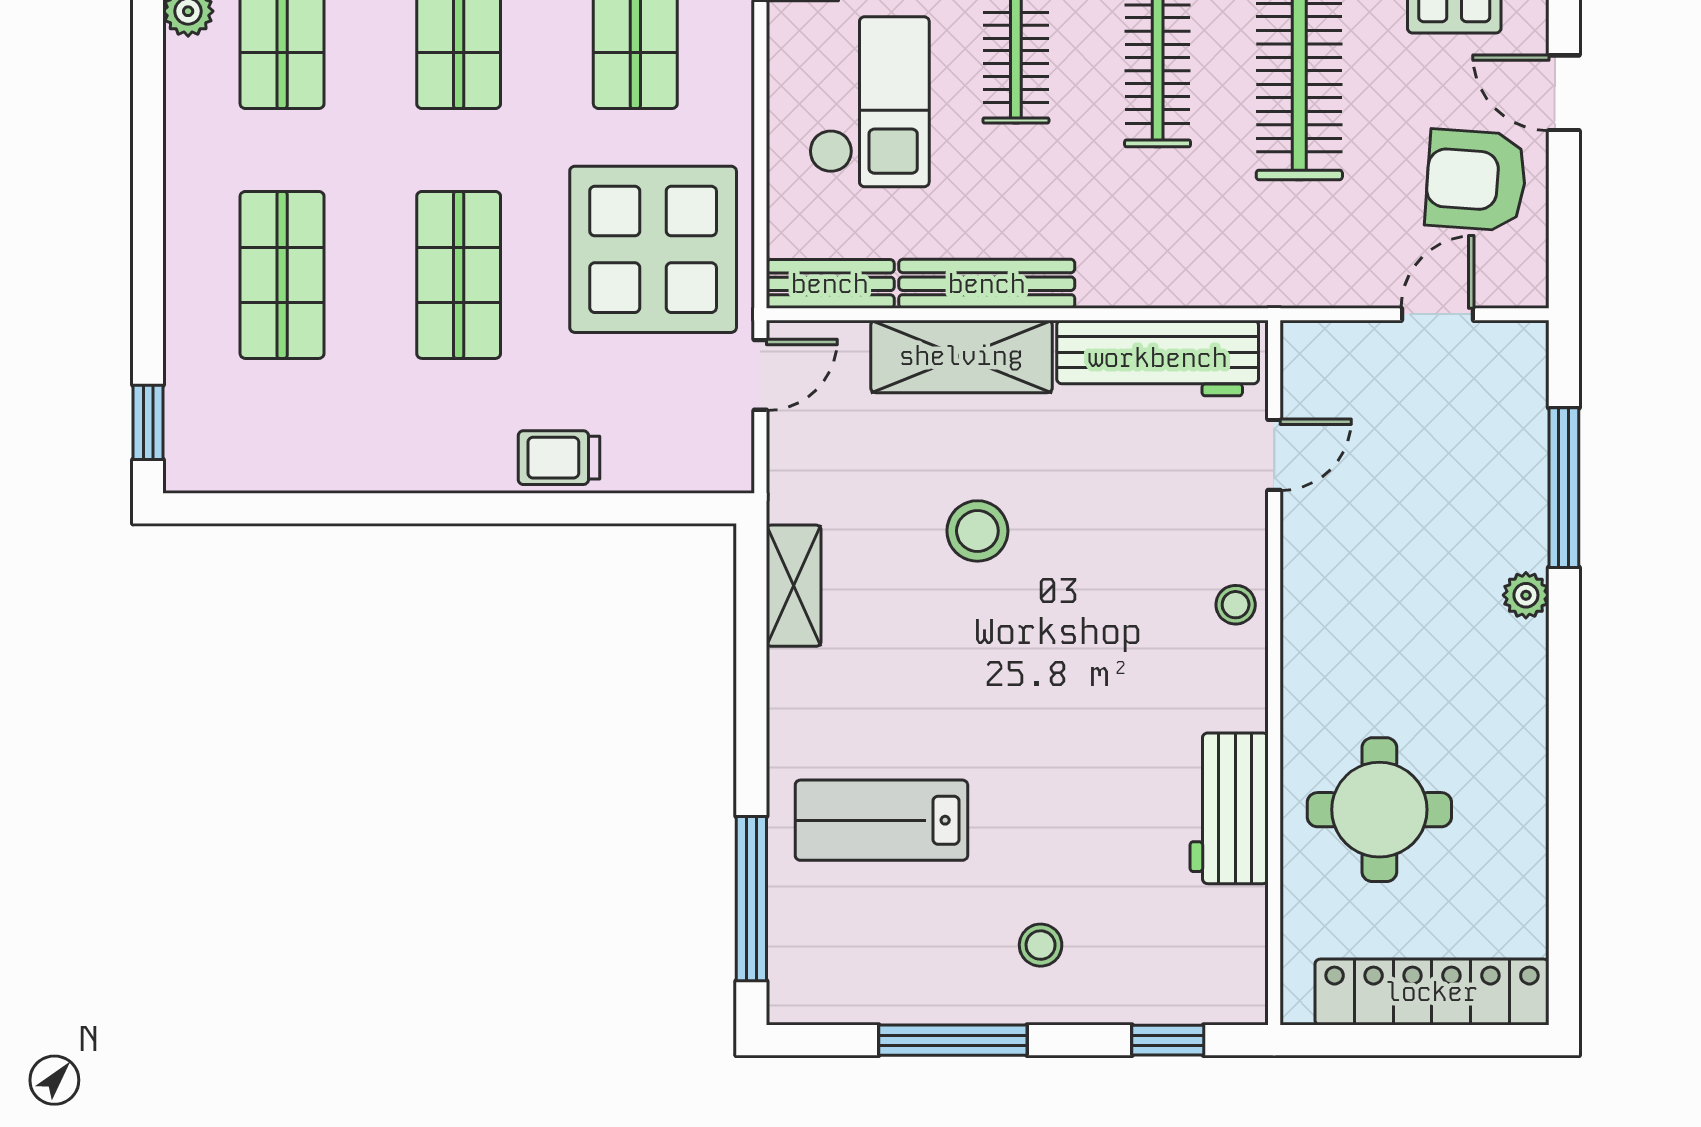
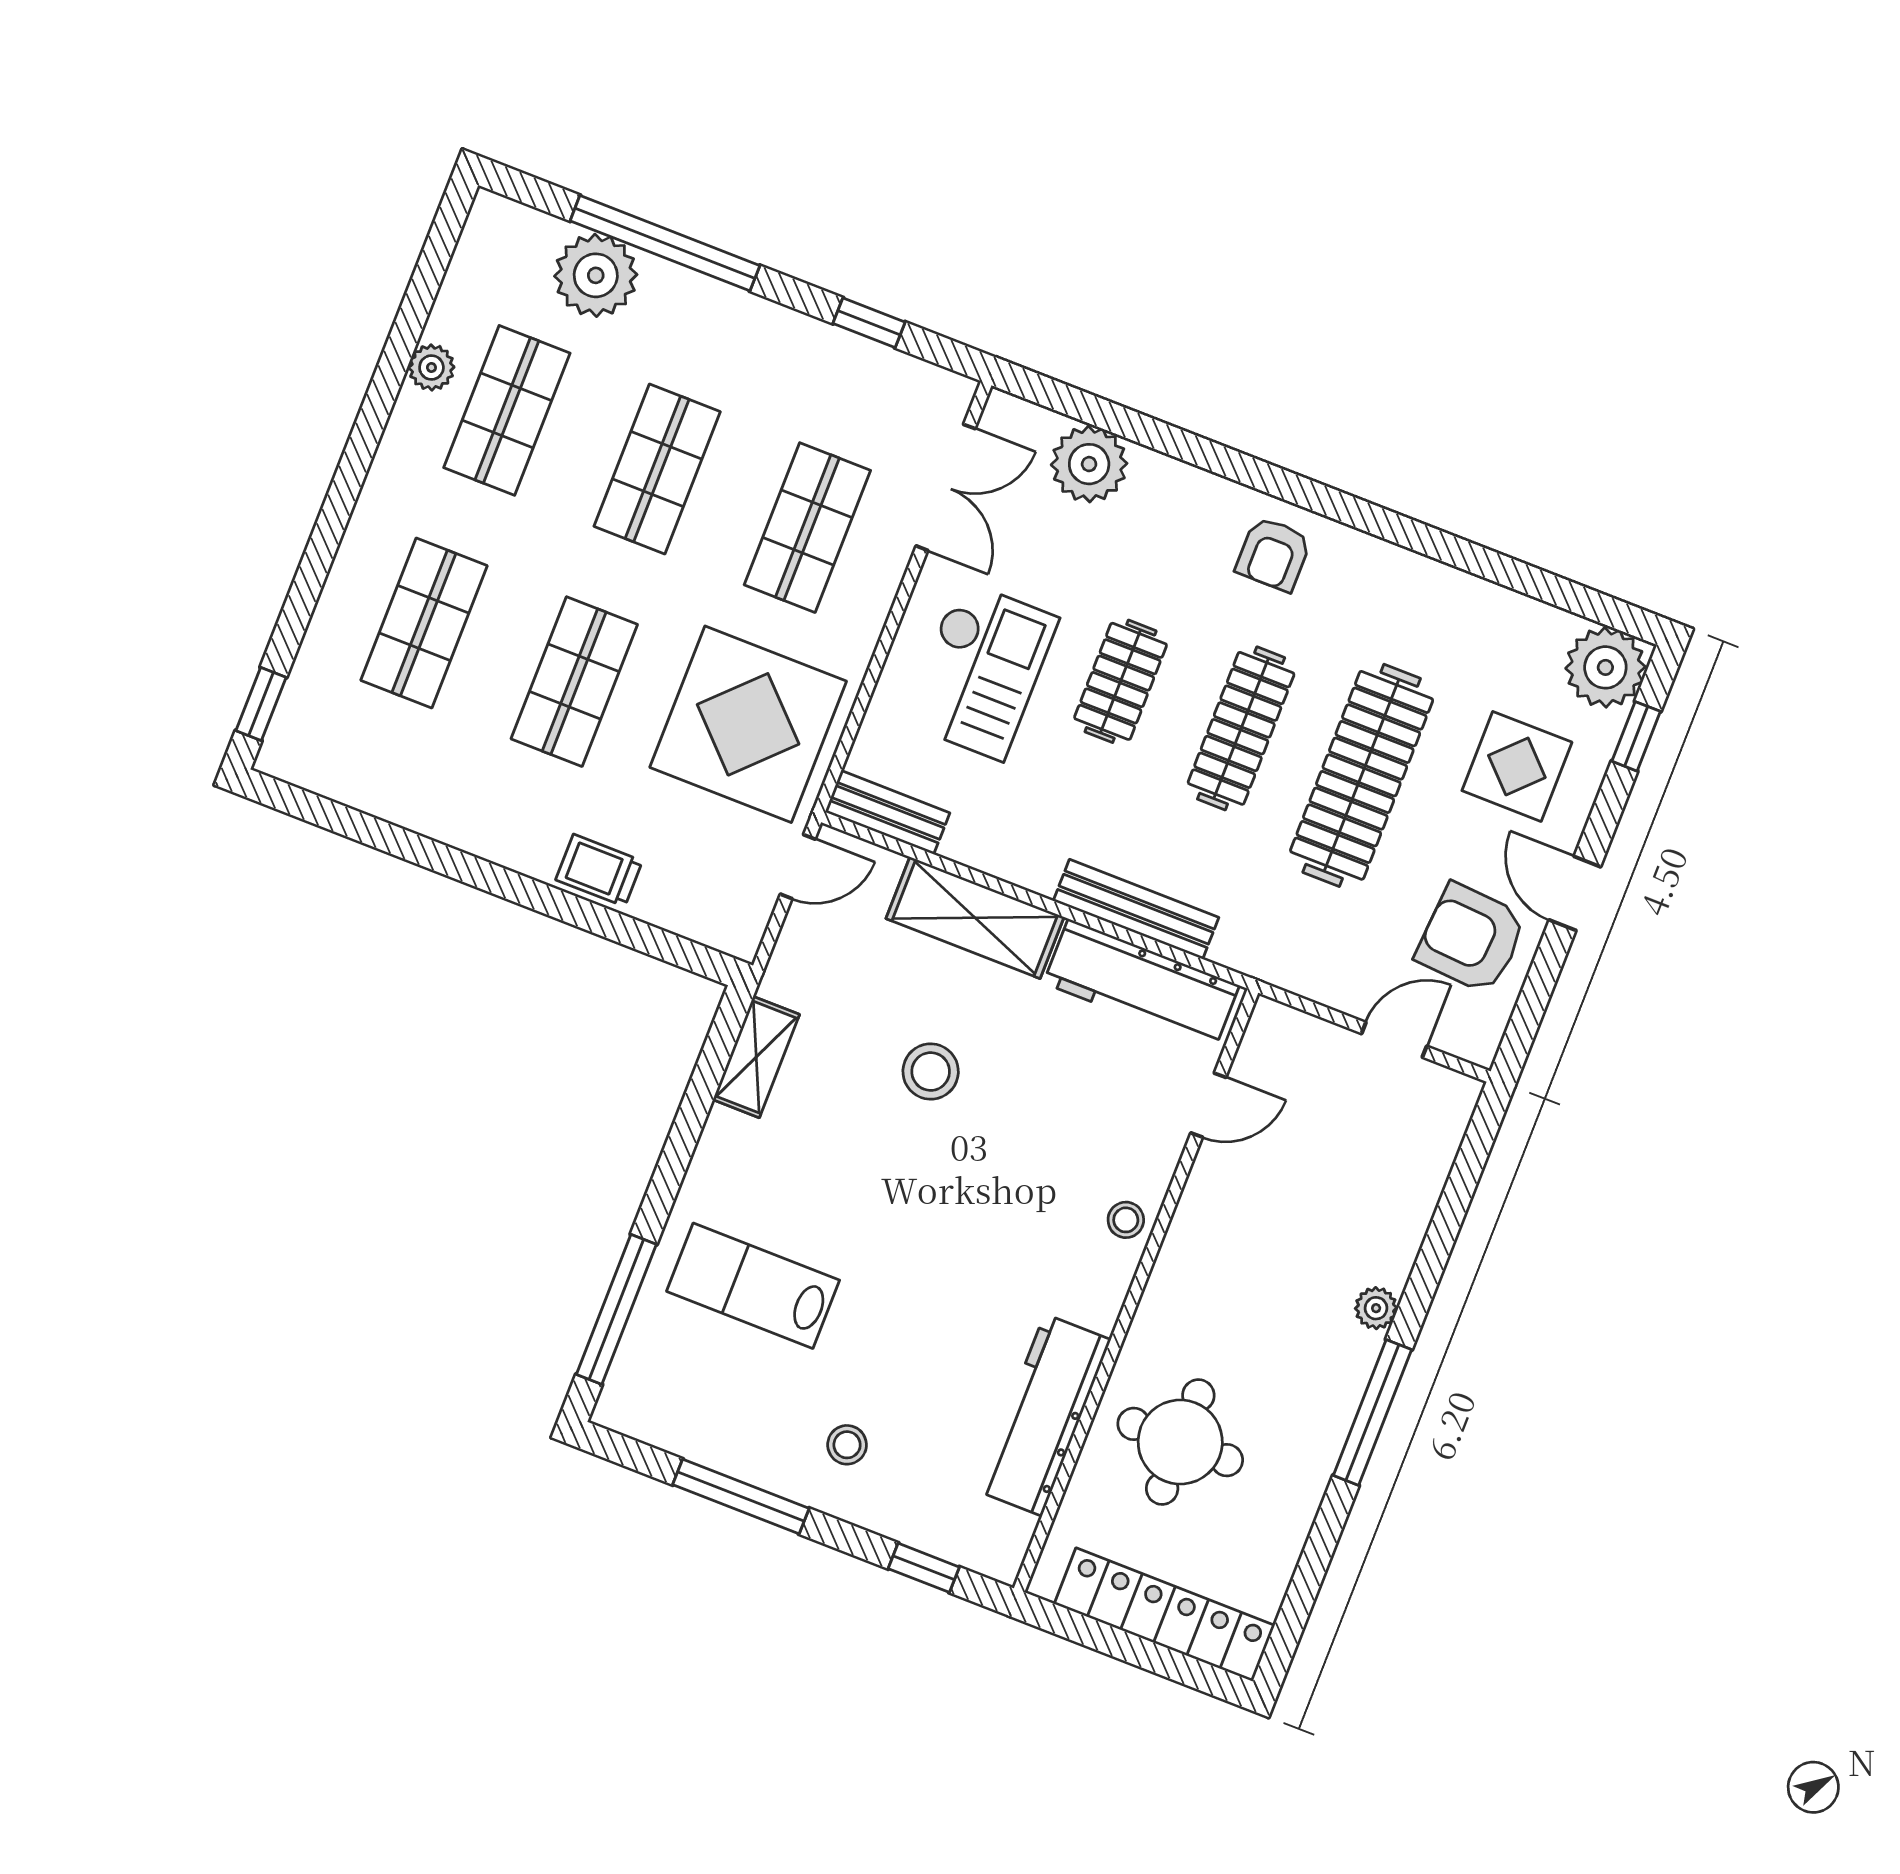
bench: (987, 284) -> (1136, 909), moved
window: (1564, 488) -> (1372, 1413), moved
workbench: (1229, 808) -> (1043, 1415), width x1.38

